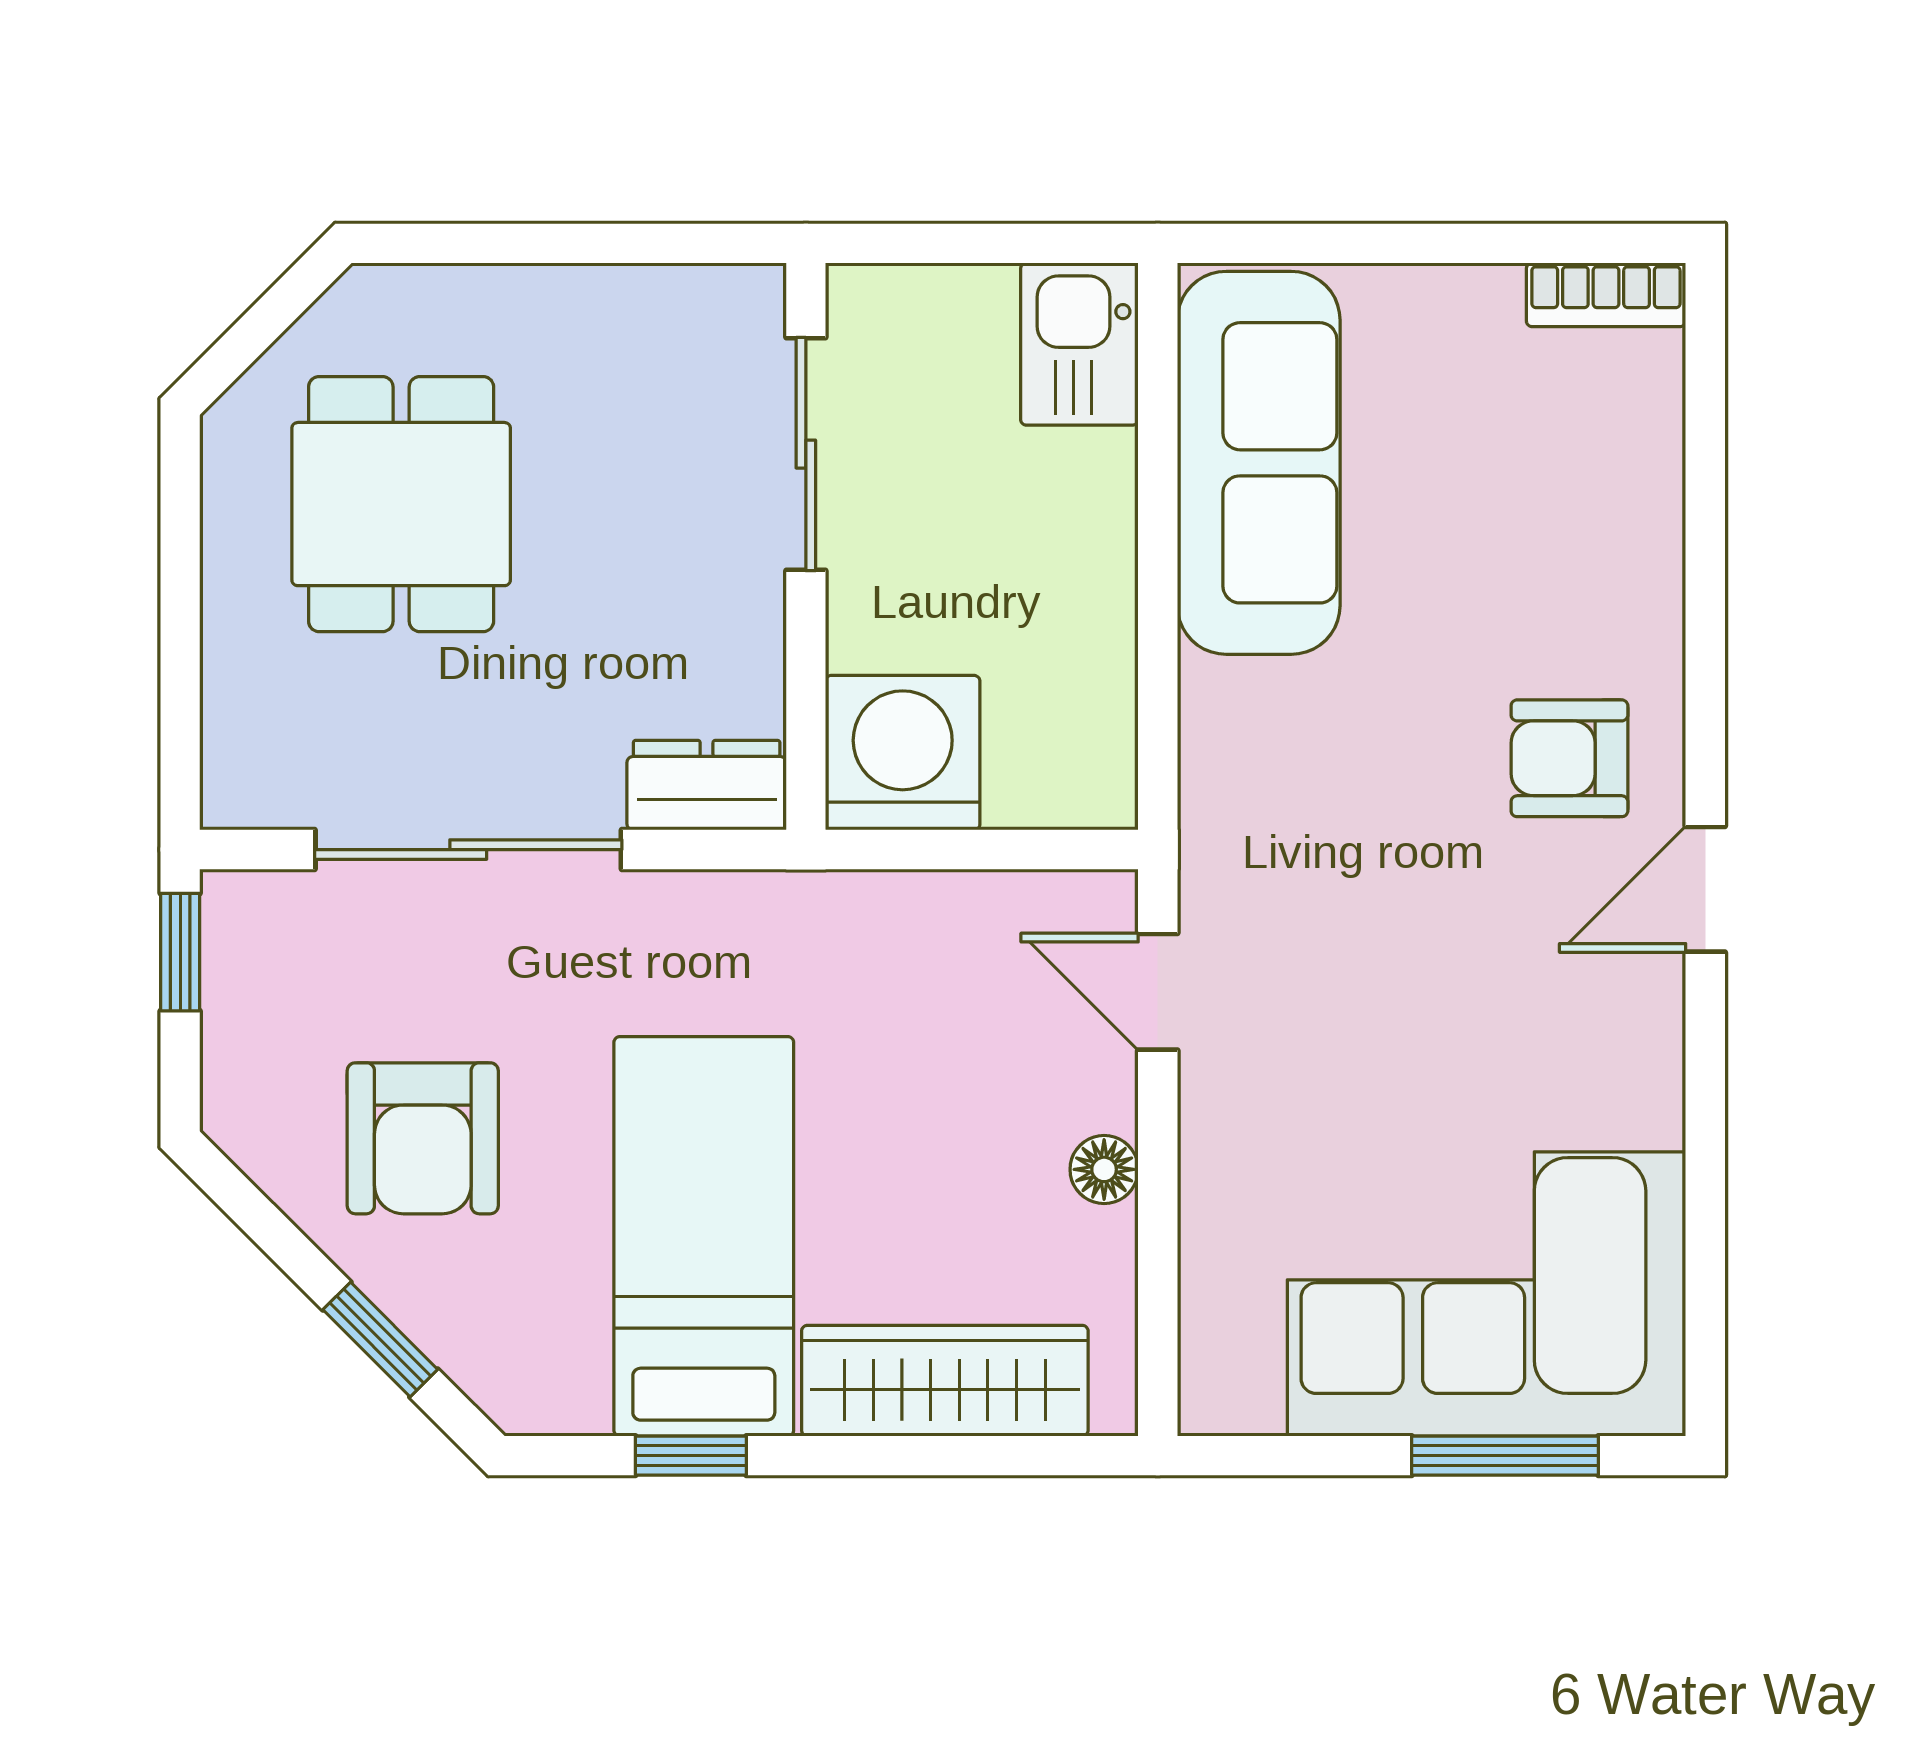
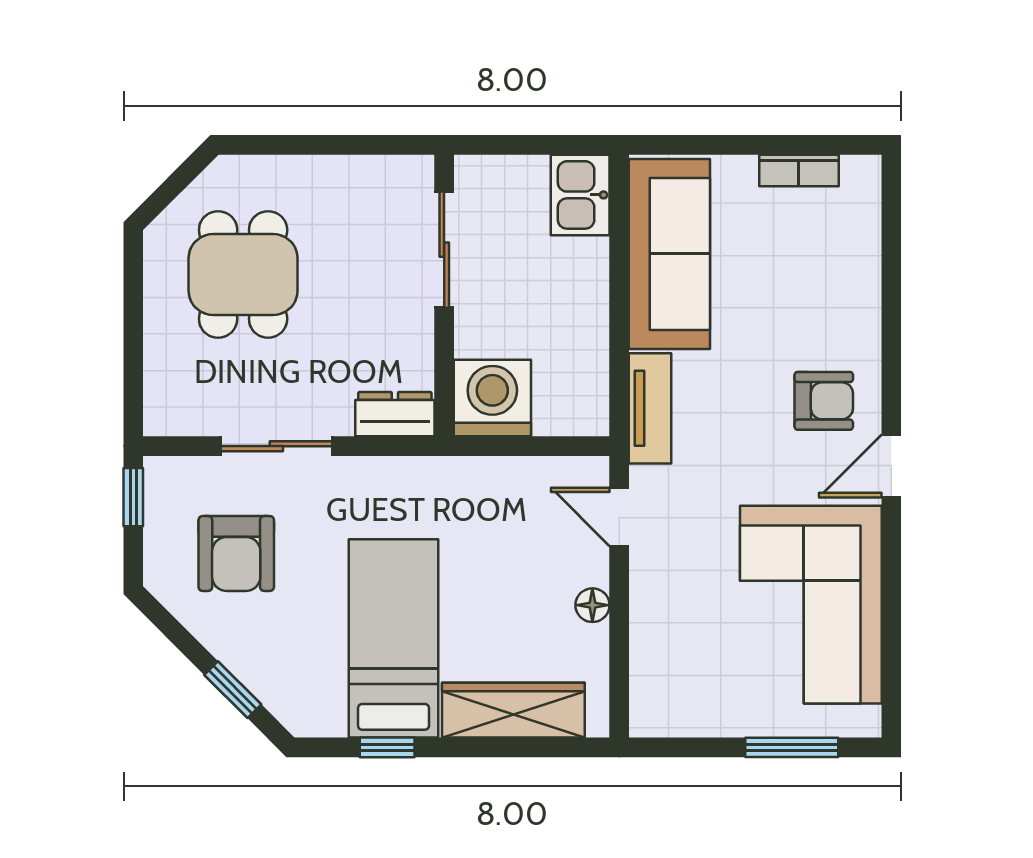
bookcase: (1606, 295) -> (799, 170), moved
armchair: (1569, 758) -> (824, 401), turned 180
tv unit: (1220, 773) -> (650, 408), added
sliding door: (468, 850) -> (276, 446), width x0.73
armchair: (423, 1138) -> (236, 554), moved
corner sofa: (1486, 1294) -> (811, 605), moved, turned -90

